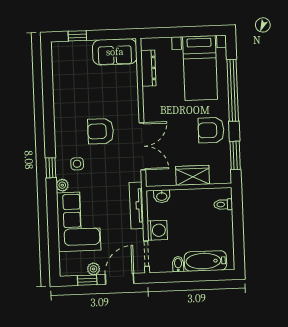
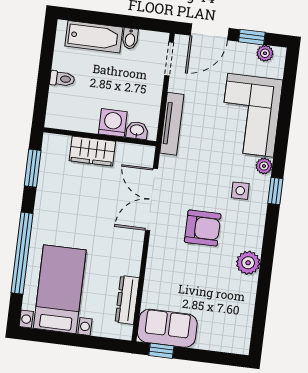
window: (77, 36) -> (161, 351), moved
plant: (62, 111) -> (248, 263), added
armchair: (211, 130) -> (59, 206), removed
toilet: (223, 204) -> (62, 79), moved
washing machine: (157, 230) -> (113, 123), moved, turned 90
plant: (94, 269) -> (265, 53), moved

